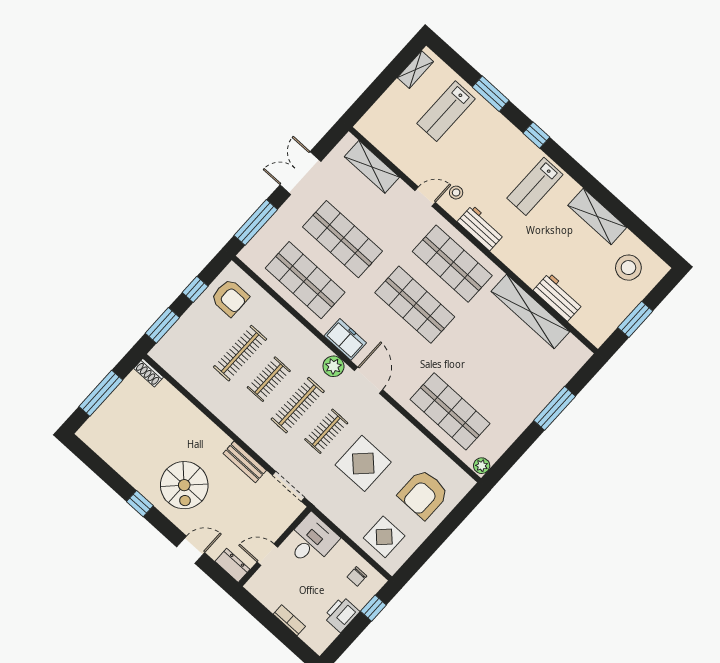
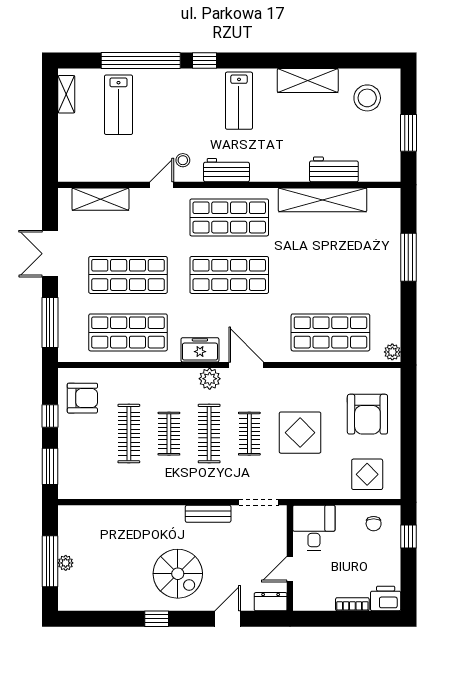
window: (491, 94) -> (141, 60), width x2.11
shoe rack: (149, 373) -> (72, 512), removed
plant: (111, 405) -> (66, 563), added
printer: (341, 614) -> (386, 598), moved, turned 90

